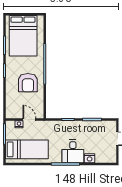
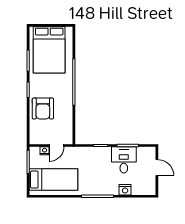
armchair: (28, 83) -> (43, 109), moved
door: (29, 120) -> (56, 145), swing flipped
desk: (73, 151) -> (124, 160), moved, turned 180

